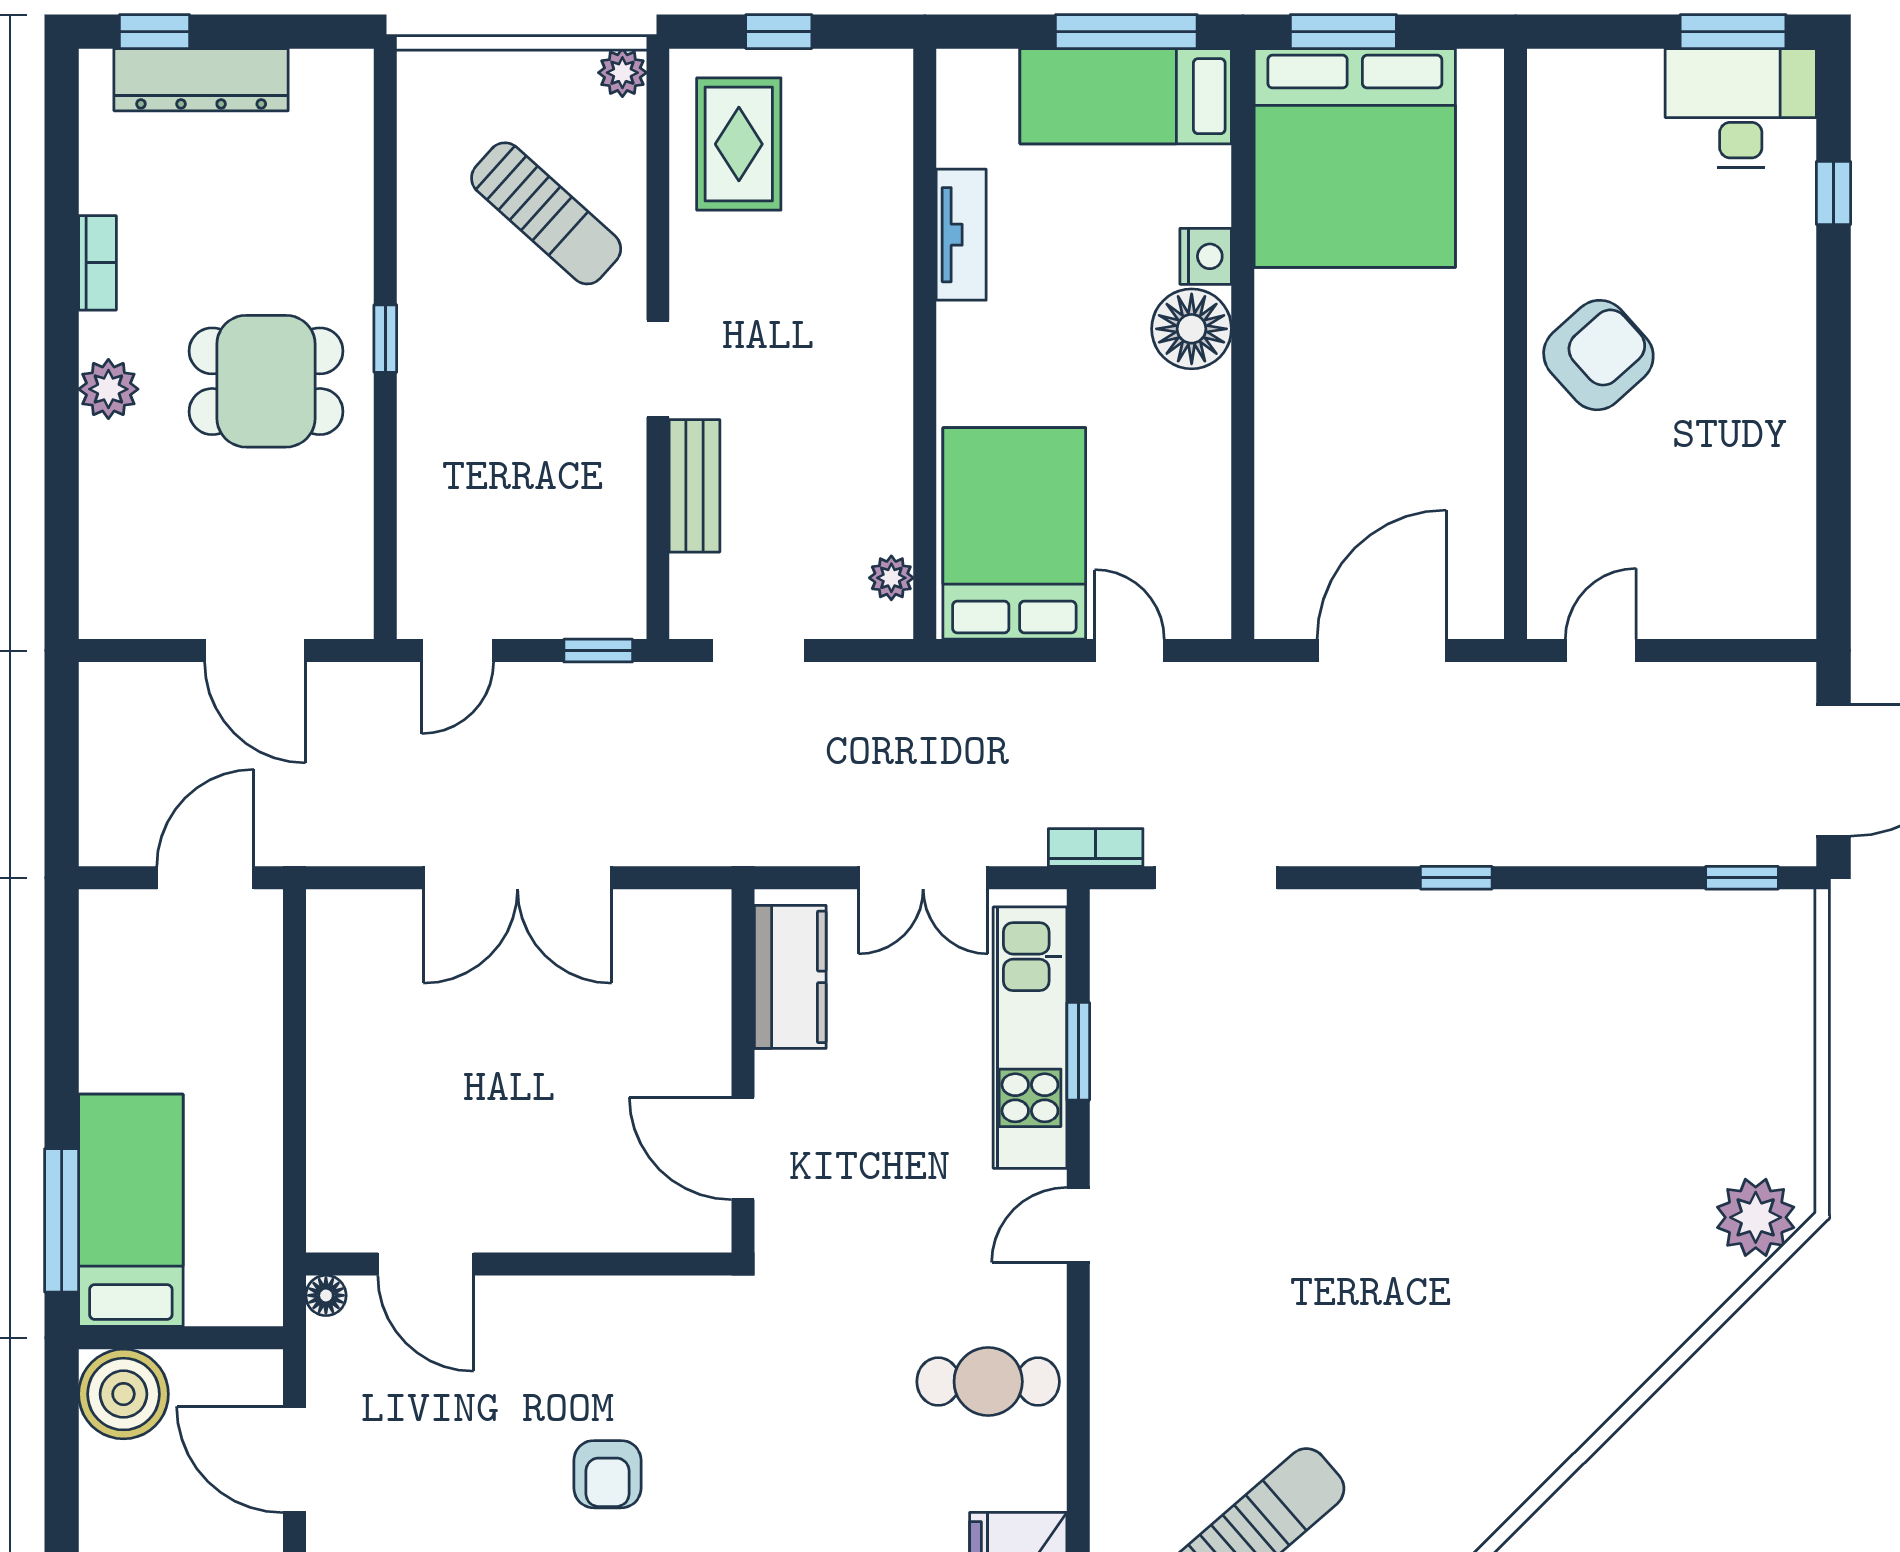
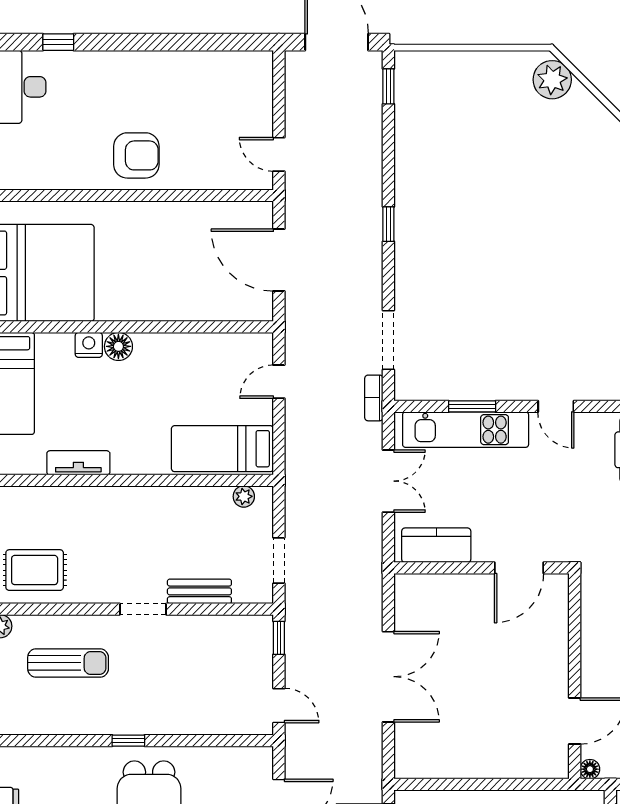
sun lounger: (546, 213) -> (68, 663), turned 48
floor lamp: (1192, 329) -> (118, 346), width x0.73, depth x0.73
armchair: (1598, 355) -> (136, 155), turned 132
bed: (1014, 533) -> (222, 449), width x0.67

